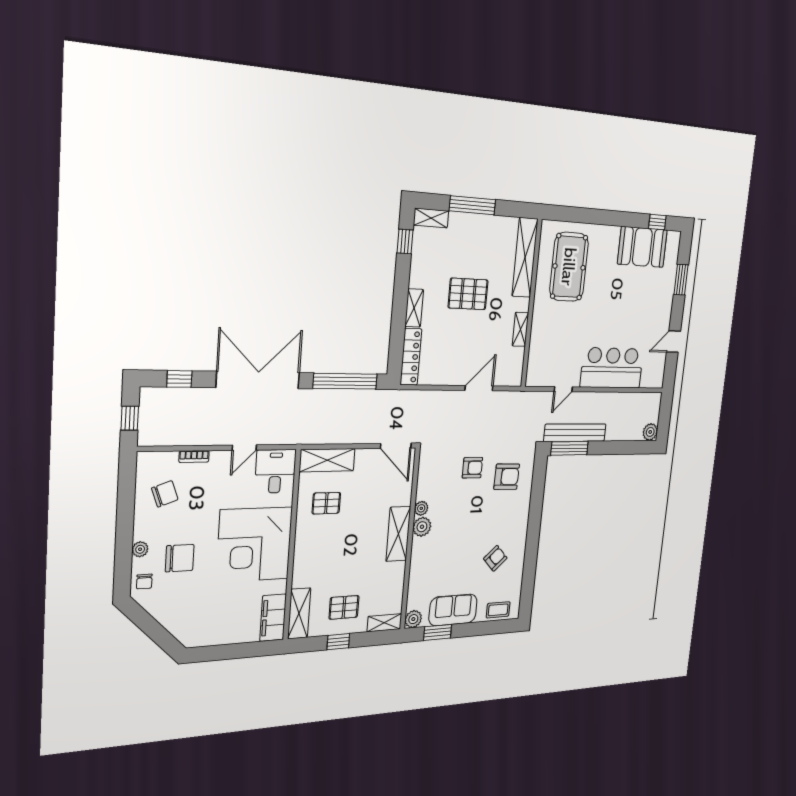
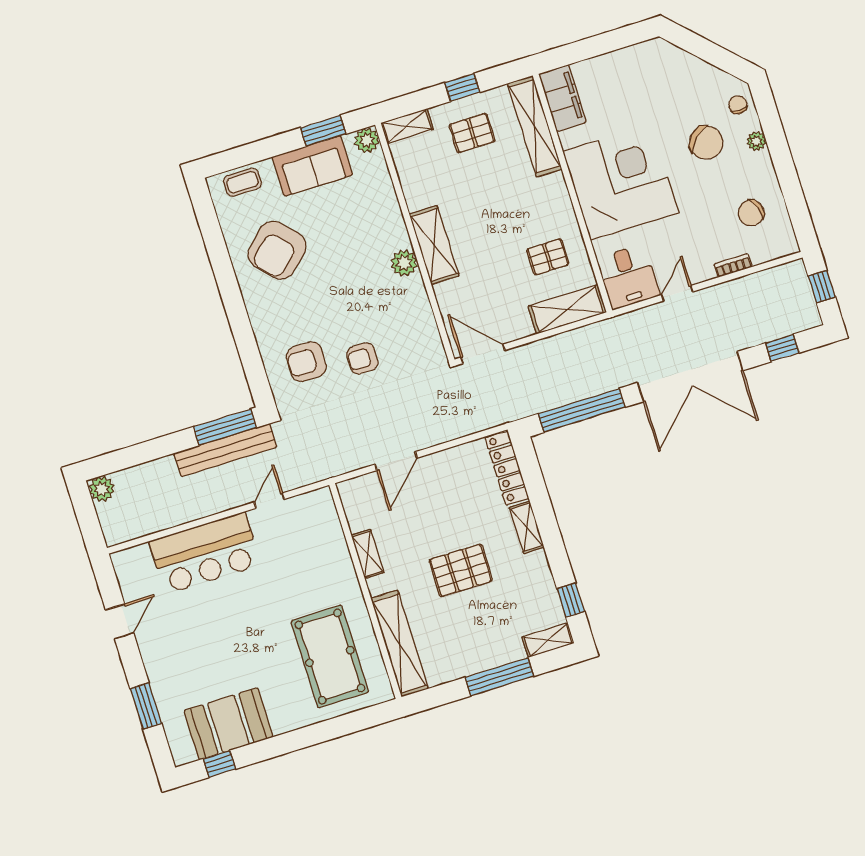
plant: (421, 508) -> (415, 286), removed
chair: (180, 558) -> (706, 143), turned -134
armchair: (495, 558) -> (277, 250), width x1.88, depth x1.88
shelving: (299, 613) -> (535, 126), width x1.47

